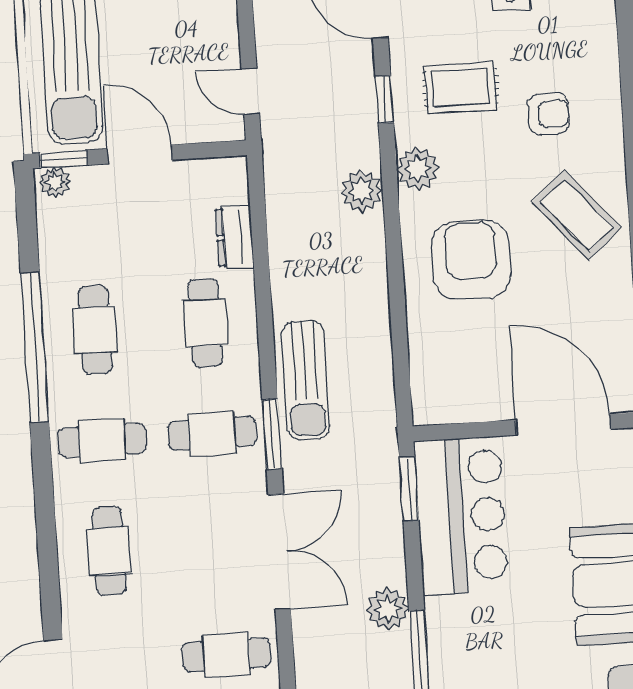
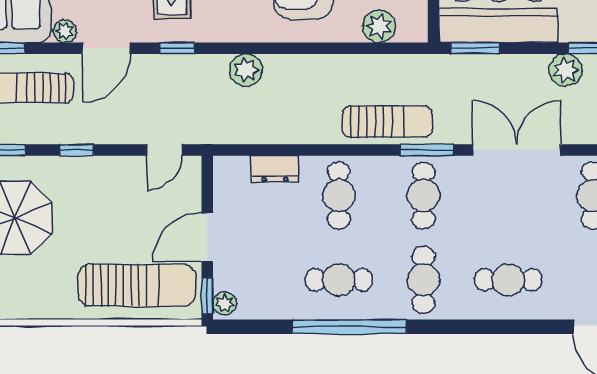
plant: (418, 169) -> (379, 26), moved
cafe table: (205, 323) -> (339, 195), turned 90

